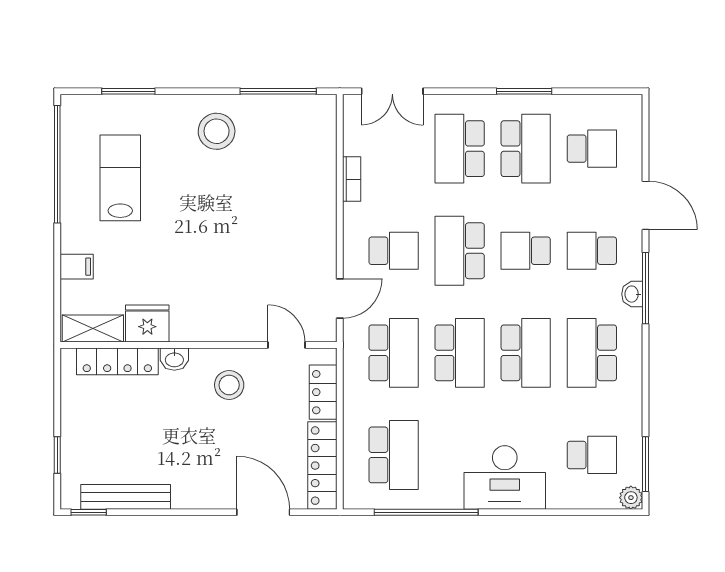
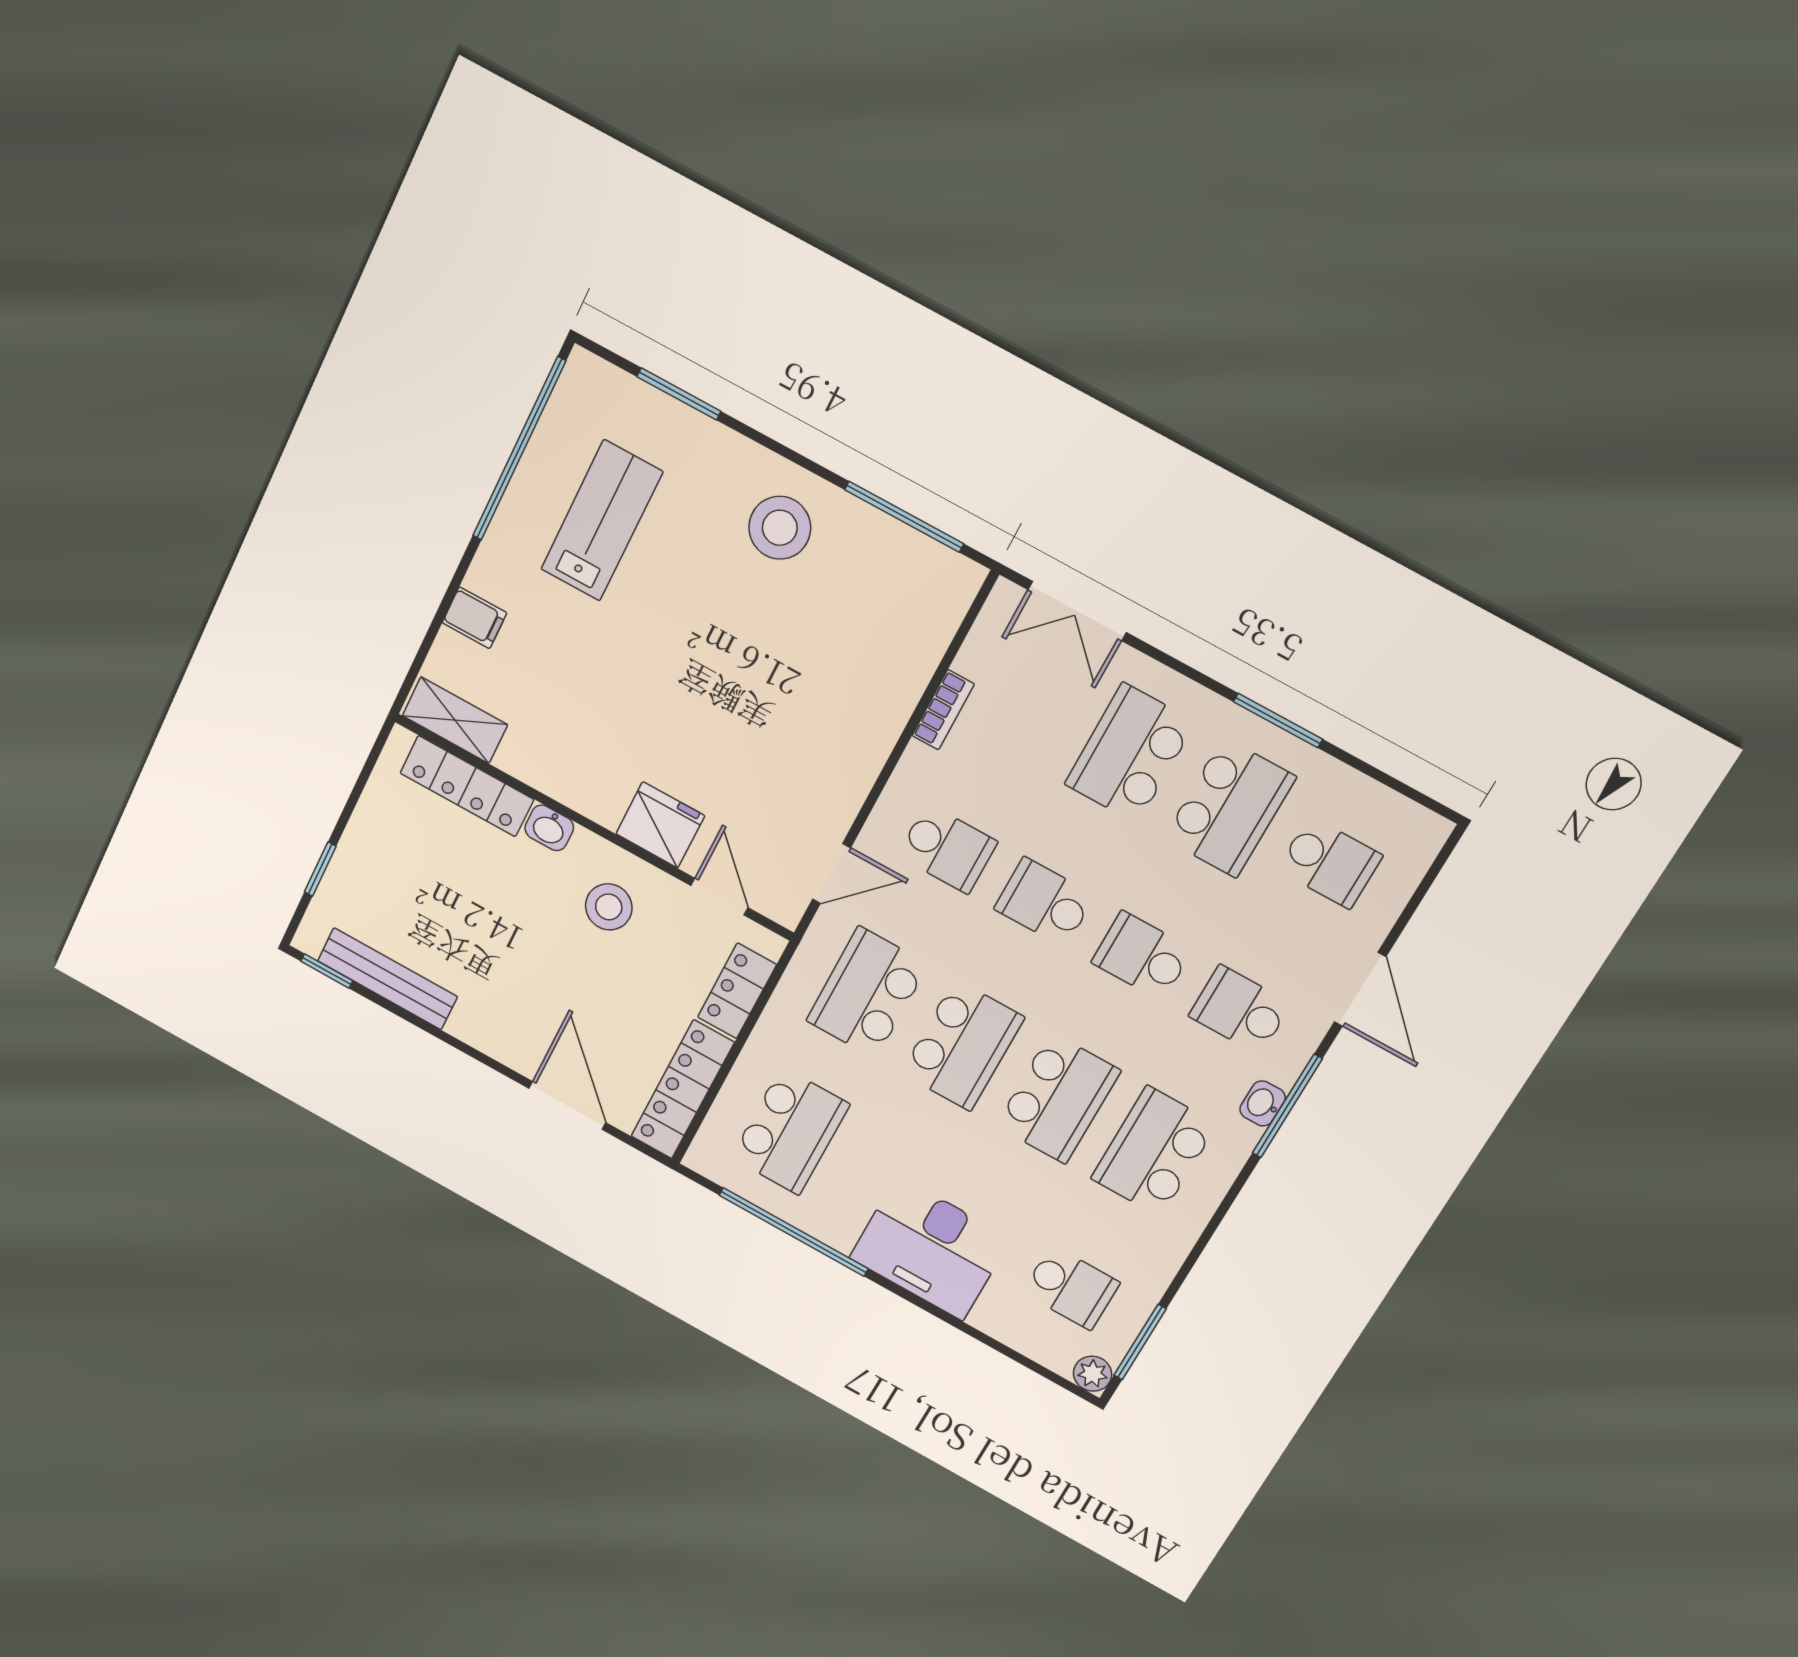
school desk: (460, 251) -> (1045, 902), width x0.54
fridge: (147, 324) -> (660, 825), moved
school desk: (394, 353) -> (867, 993), turned 180

